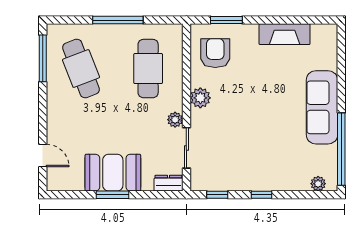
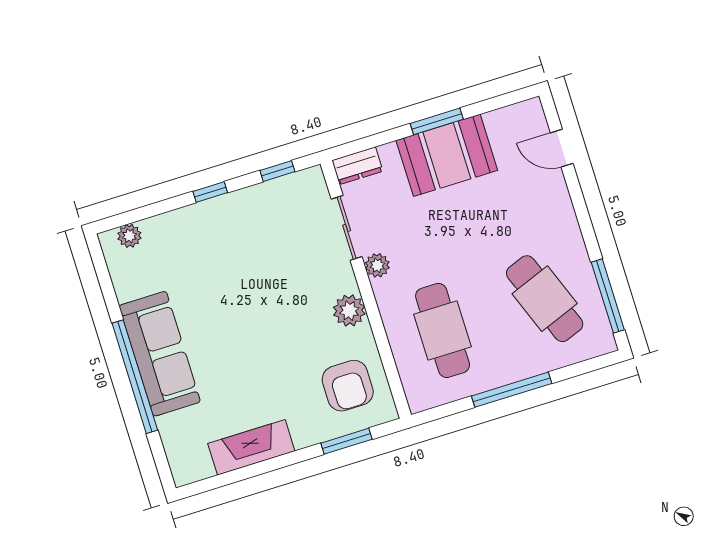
window: (341, 149) -> (135, 377), moved

